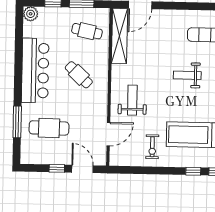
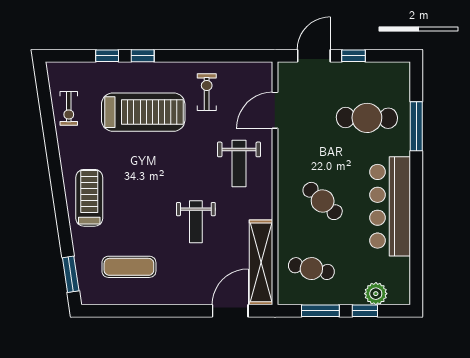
plant: (31, 14) -> (376, 294), moved
weight bench: (187, 75) -> (196, 222), moved, turned 90
door: (82, 169) -> (314, 56), swing flipped

